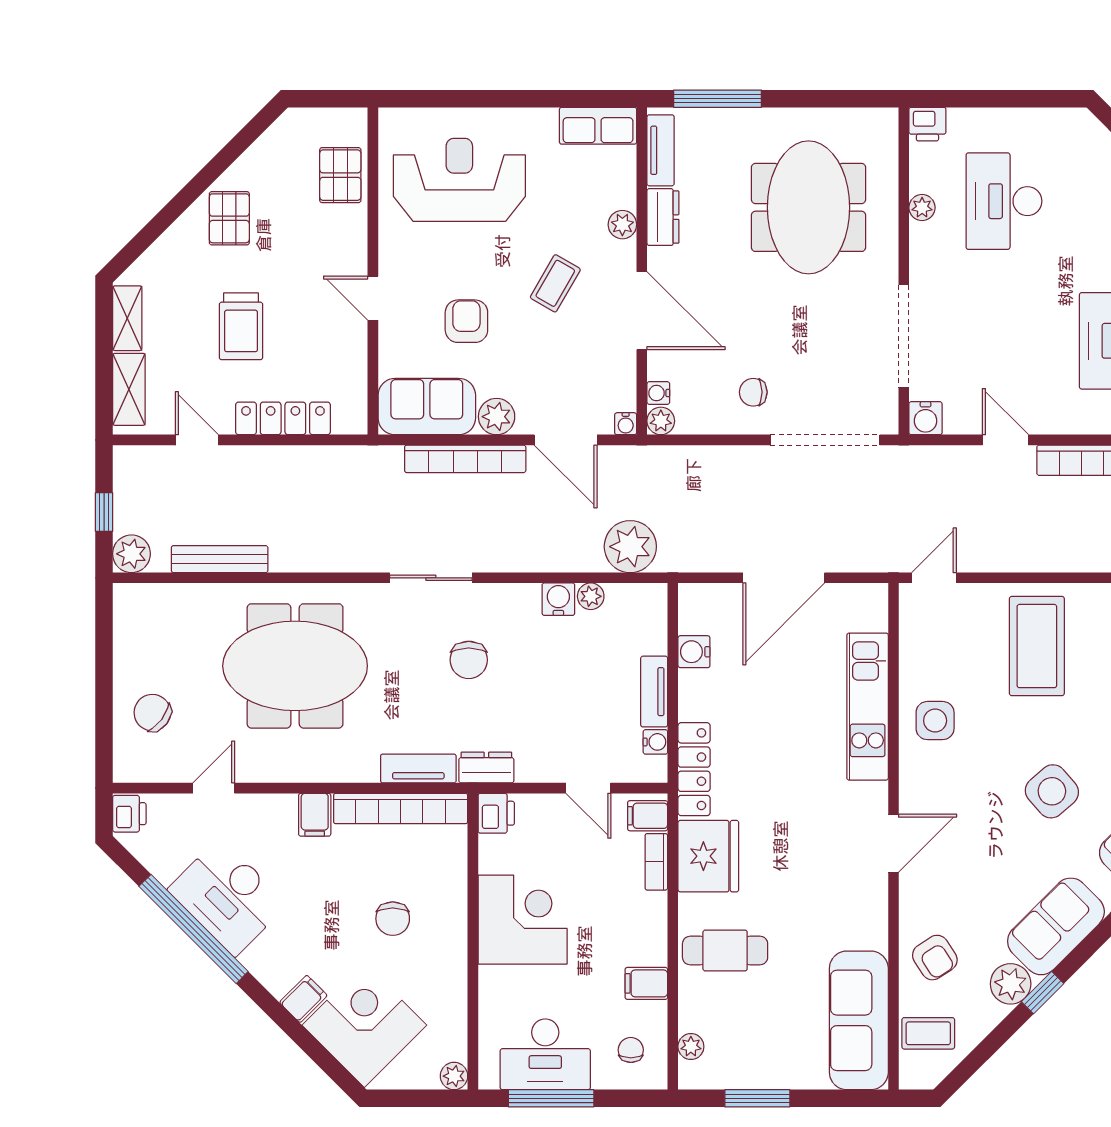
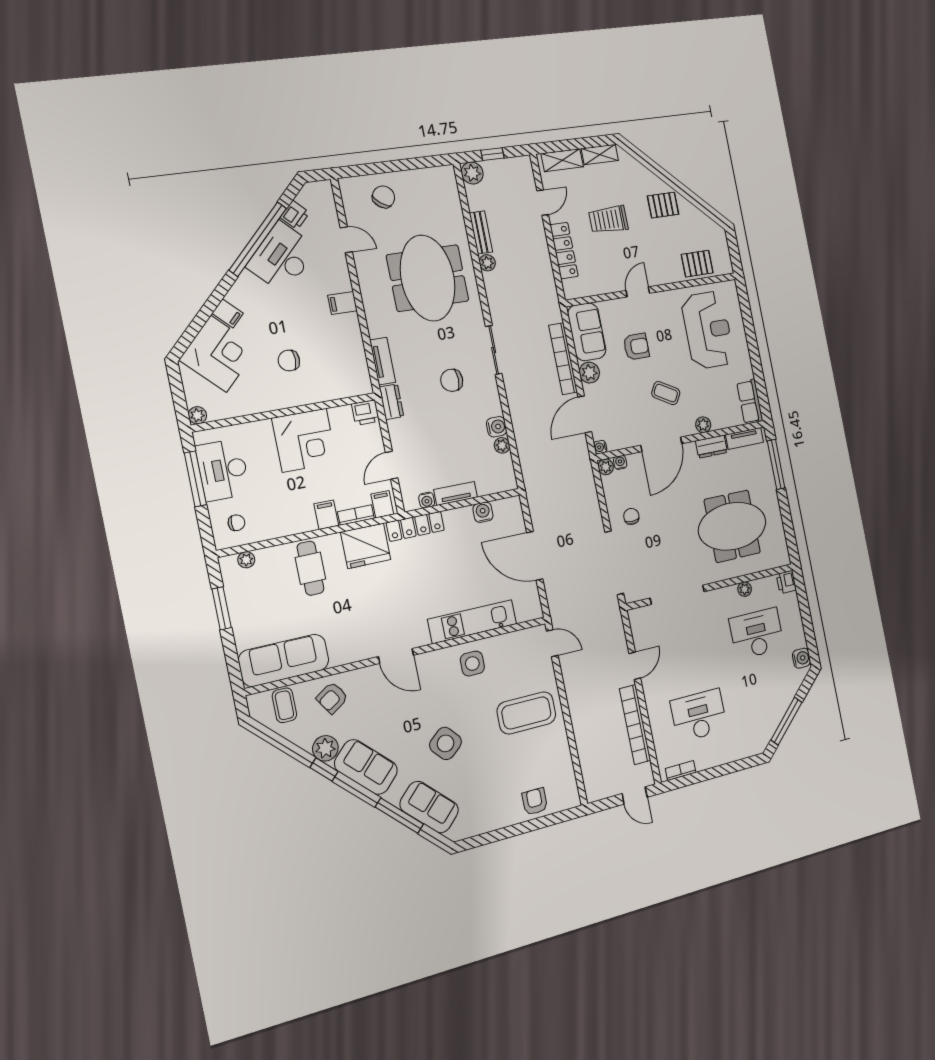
water cooler: (926, 418) -> (801, 658), moved, turned 180
plant: (630, 547) -> (487, 263), moved, width x0.53, depth x0.53
bench: (220, 559) -> (481, 232), width x0.73
bookcase: (401, 808) -> (357, 354), removed
printer: (129, 814) -> (295, 215), moved, turned -45
filing cabinet: (646, 983) -> (326, 515), moved

